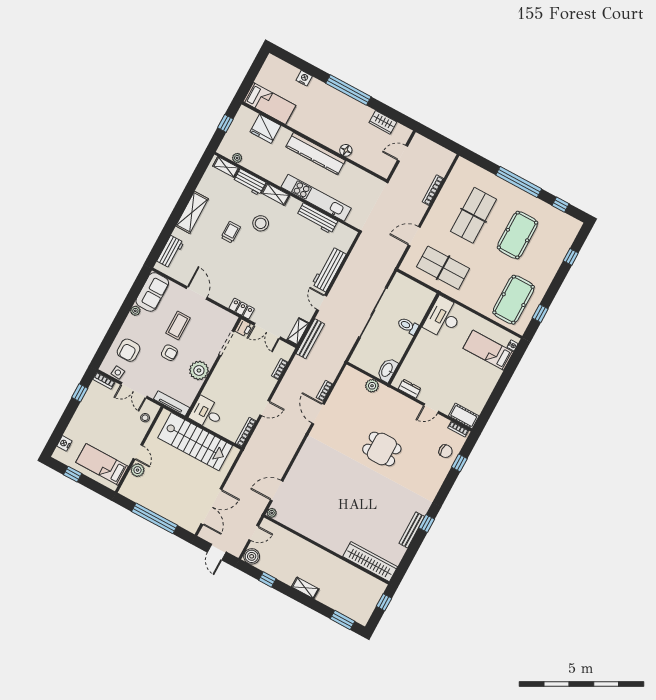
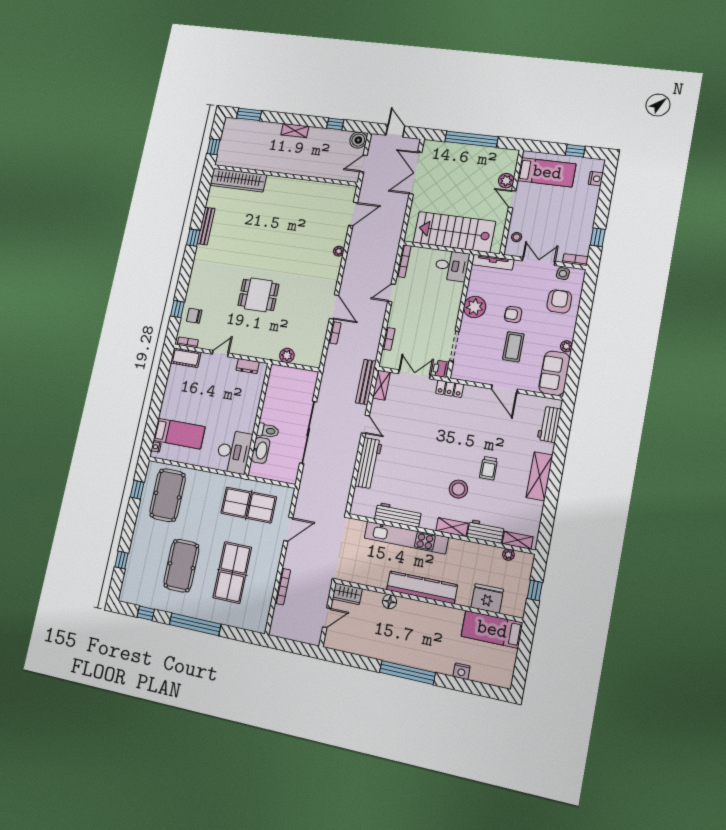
wardrobe: (383, 122) -> (347, 594), moved, turned 180
washbasin: (387, 370) -> (261, 450), moved
plant: (272, 513) -> (339, 251), moved

